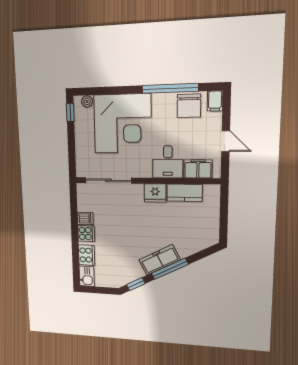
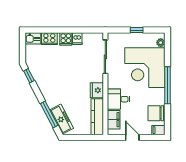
window: (170, 88) -> (167, 85), moved
window: (70, 113) -> (137, 30), moved
door: (226, 141) -> (132, 138), swing flipped
kitchen counter: (185, 193) -> (97, 117), width x1.50
freezer: (160, 260) -> (62, 119), moved
window: (170, 269) -> (49, 114), moved

